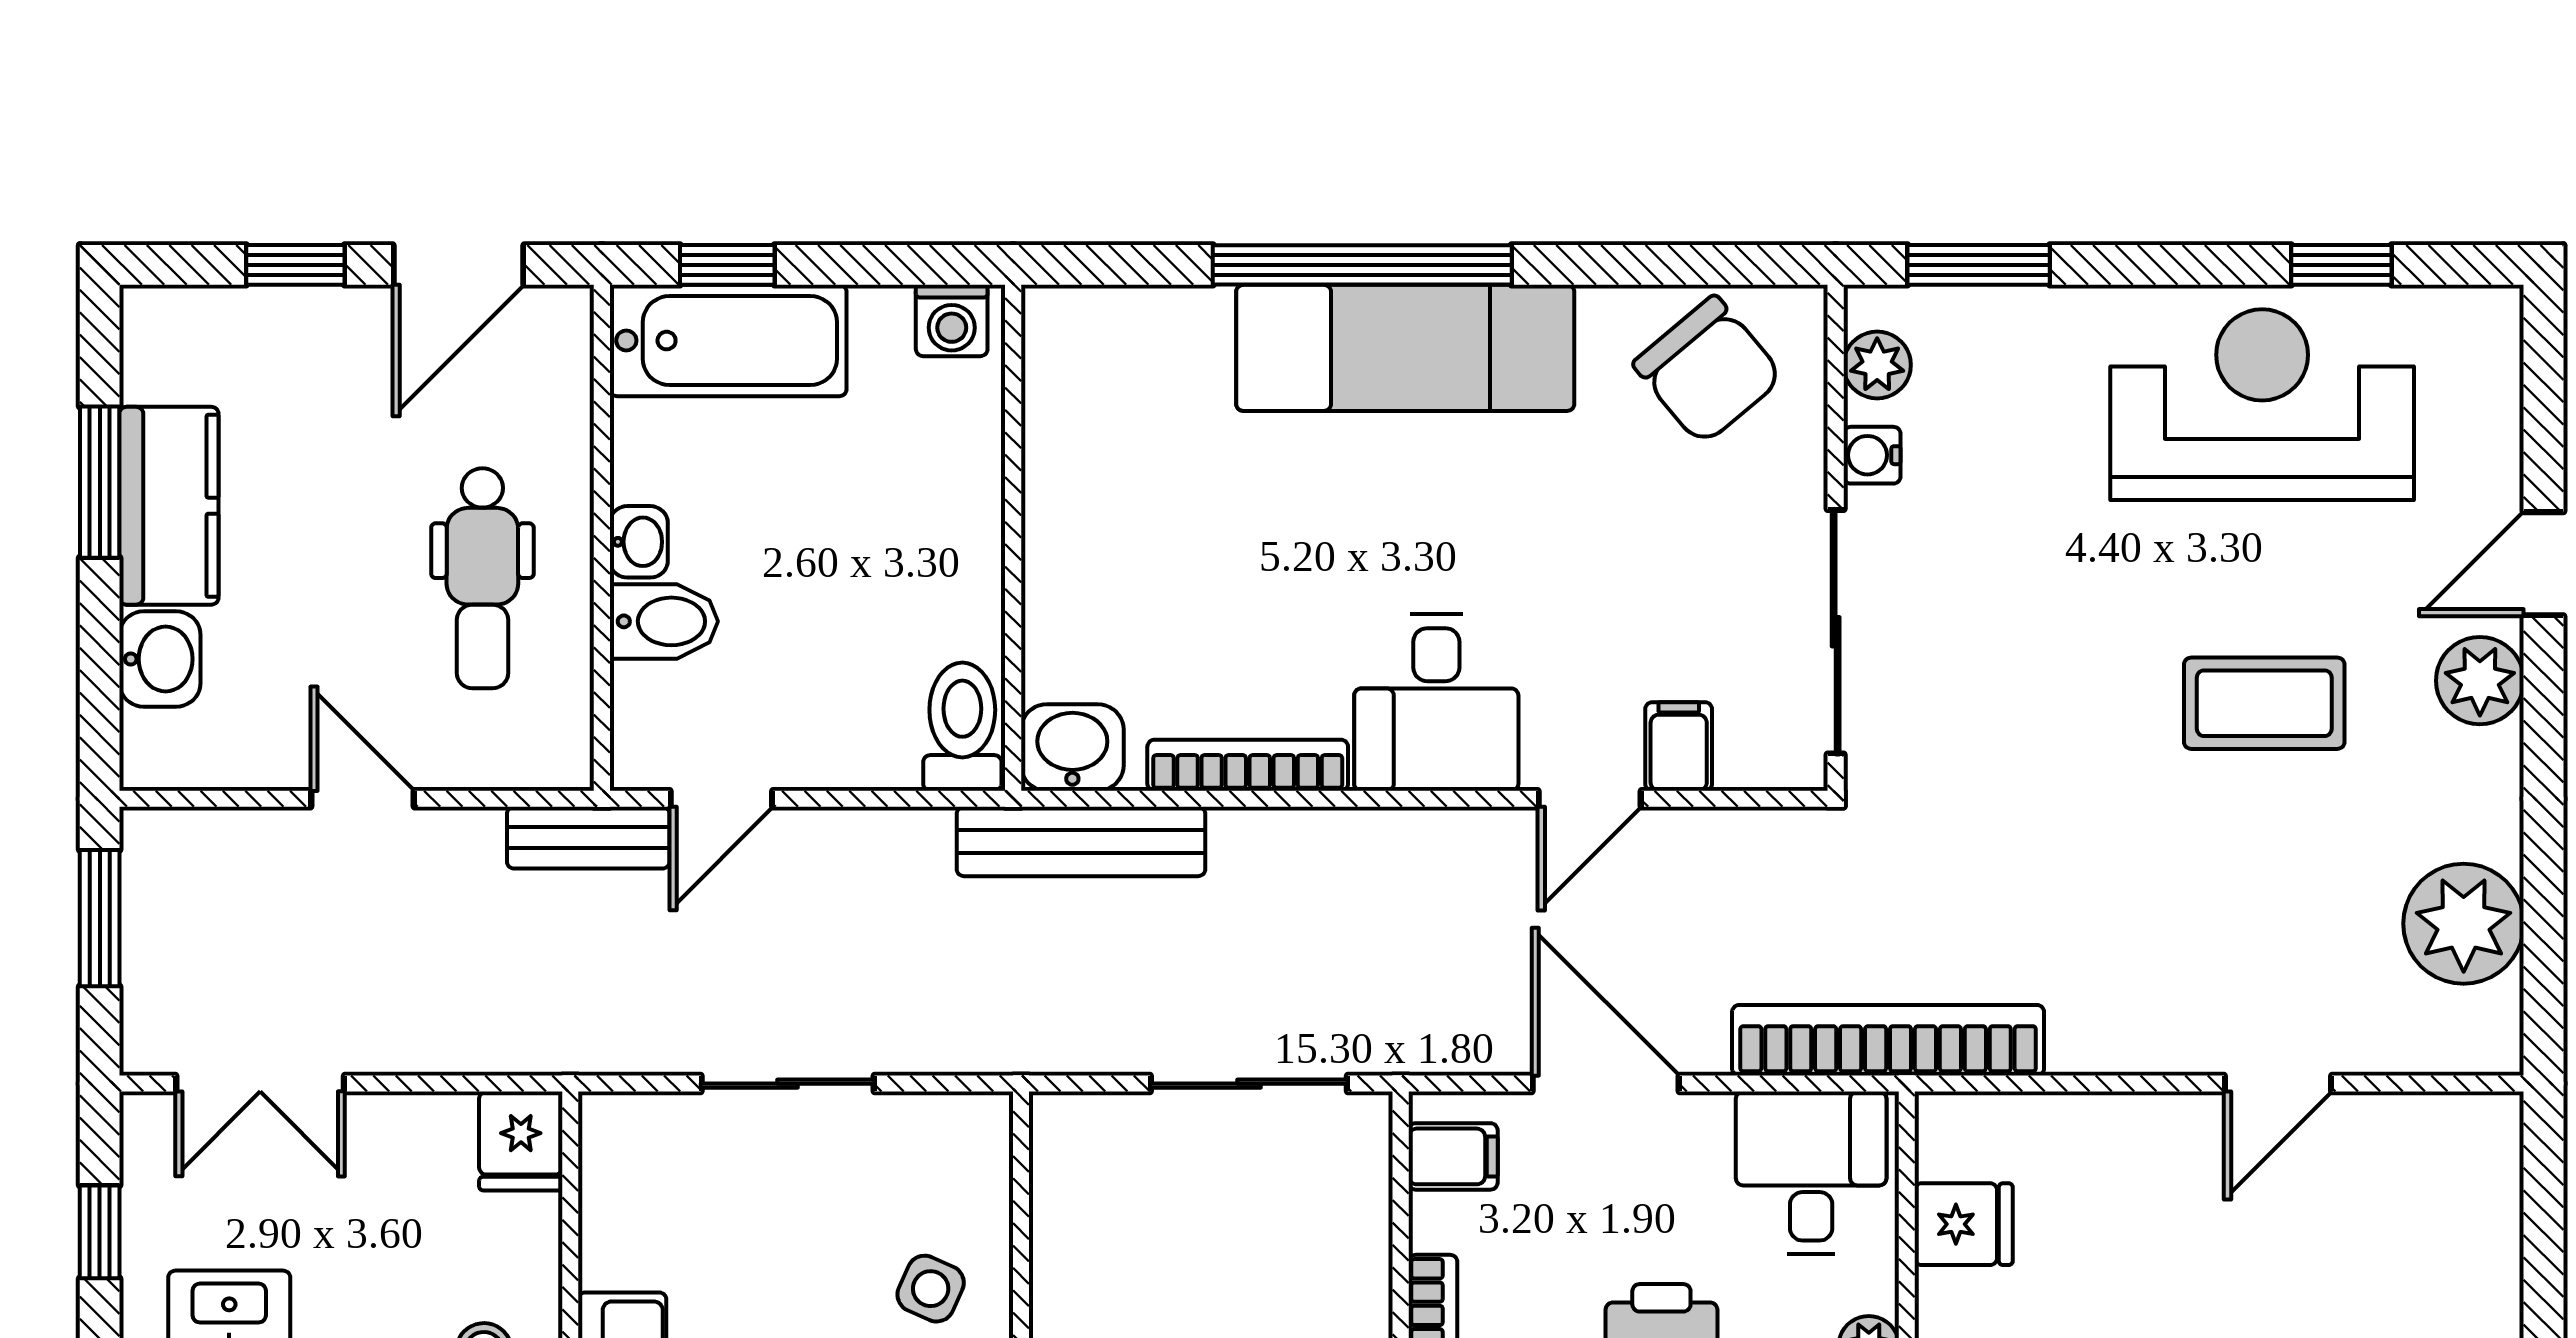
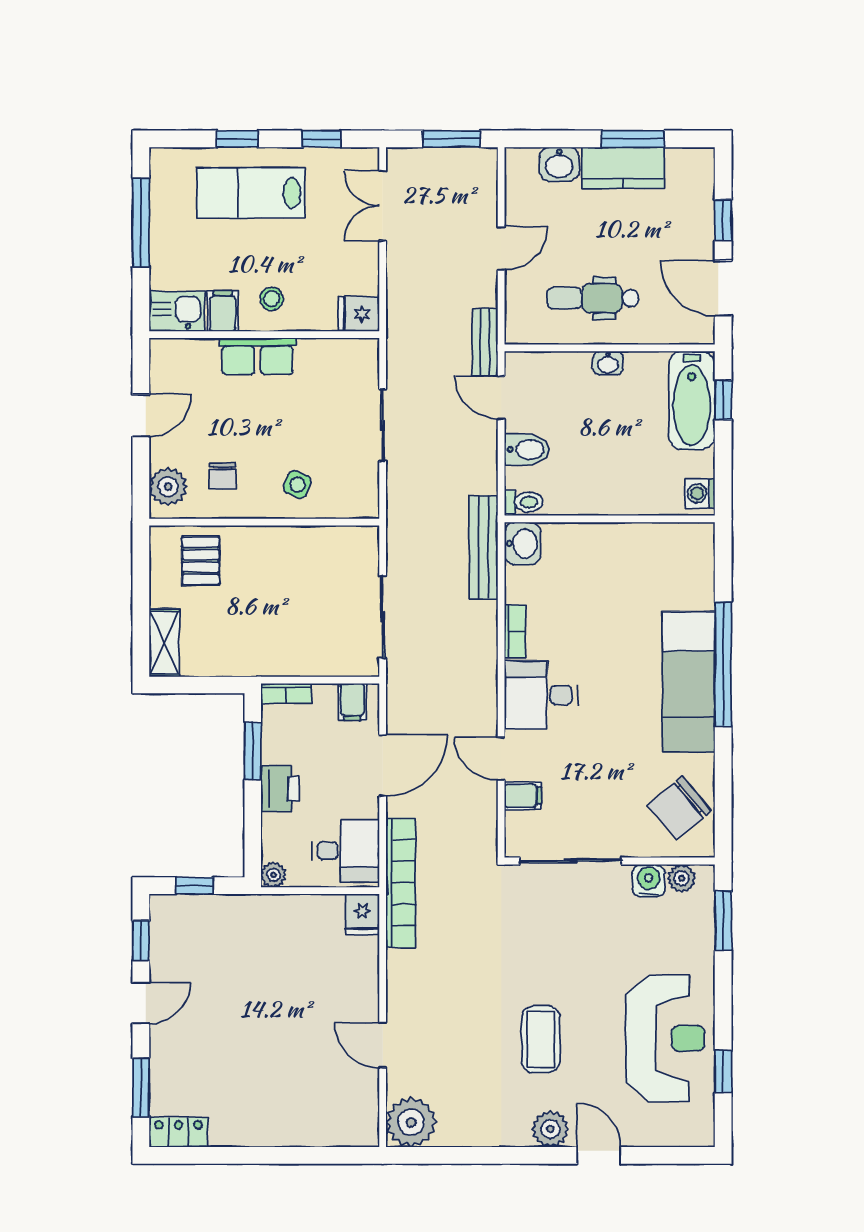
water cooler: (1872, 455) -> (649, 881), width x1.38, depth x1.38
bidet: (664, 621) -> (527, 450), moved, turned -90
toilet: (962, 727) -> (524, 502), width x0.73, depth x0.72
bookcase: (1248, 765) -> (515, 631), width x0.64
plant: (2464, 924) -> (411, 1122), moved
fridge: (1964, 1224) -> (362, 914), moved

